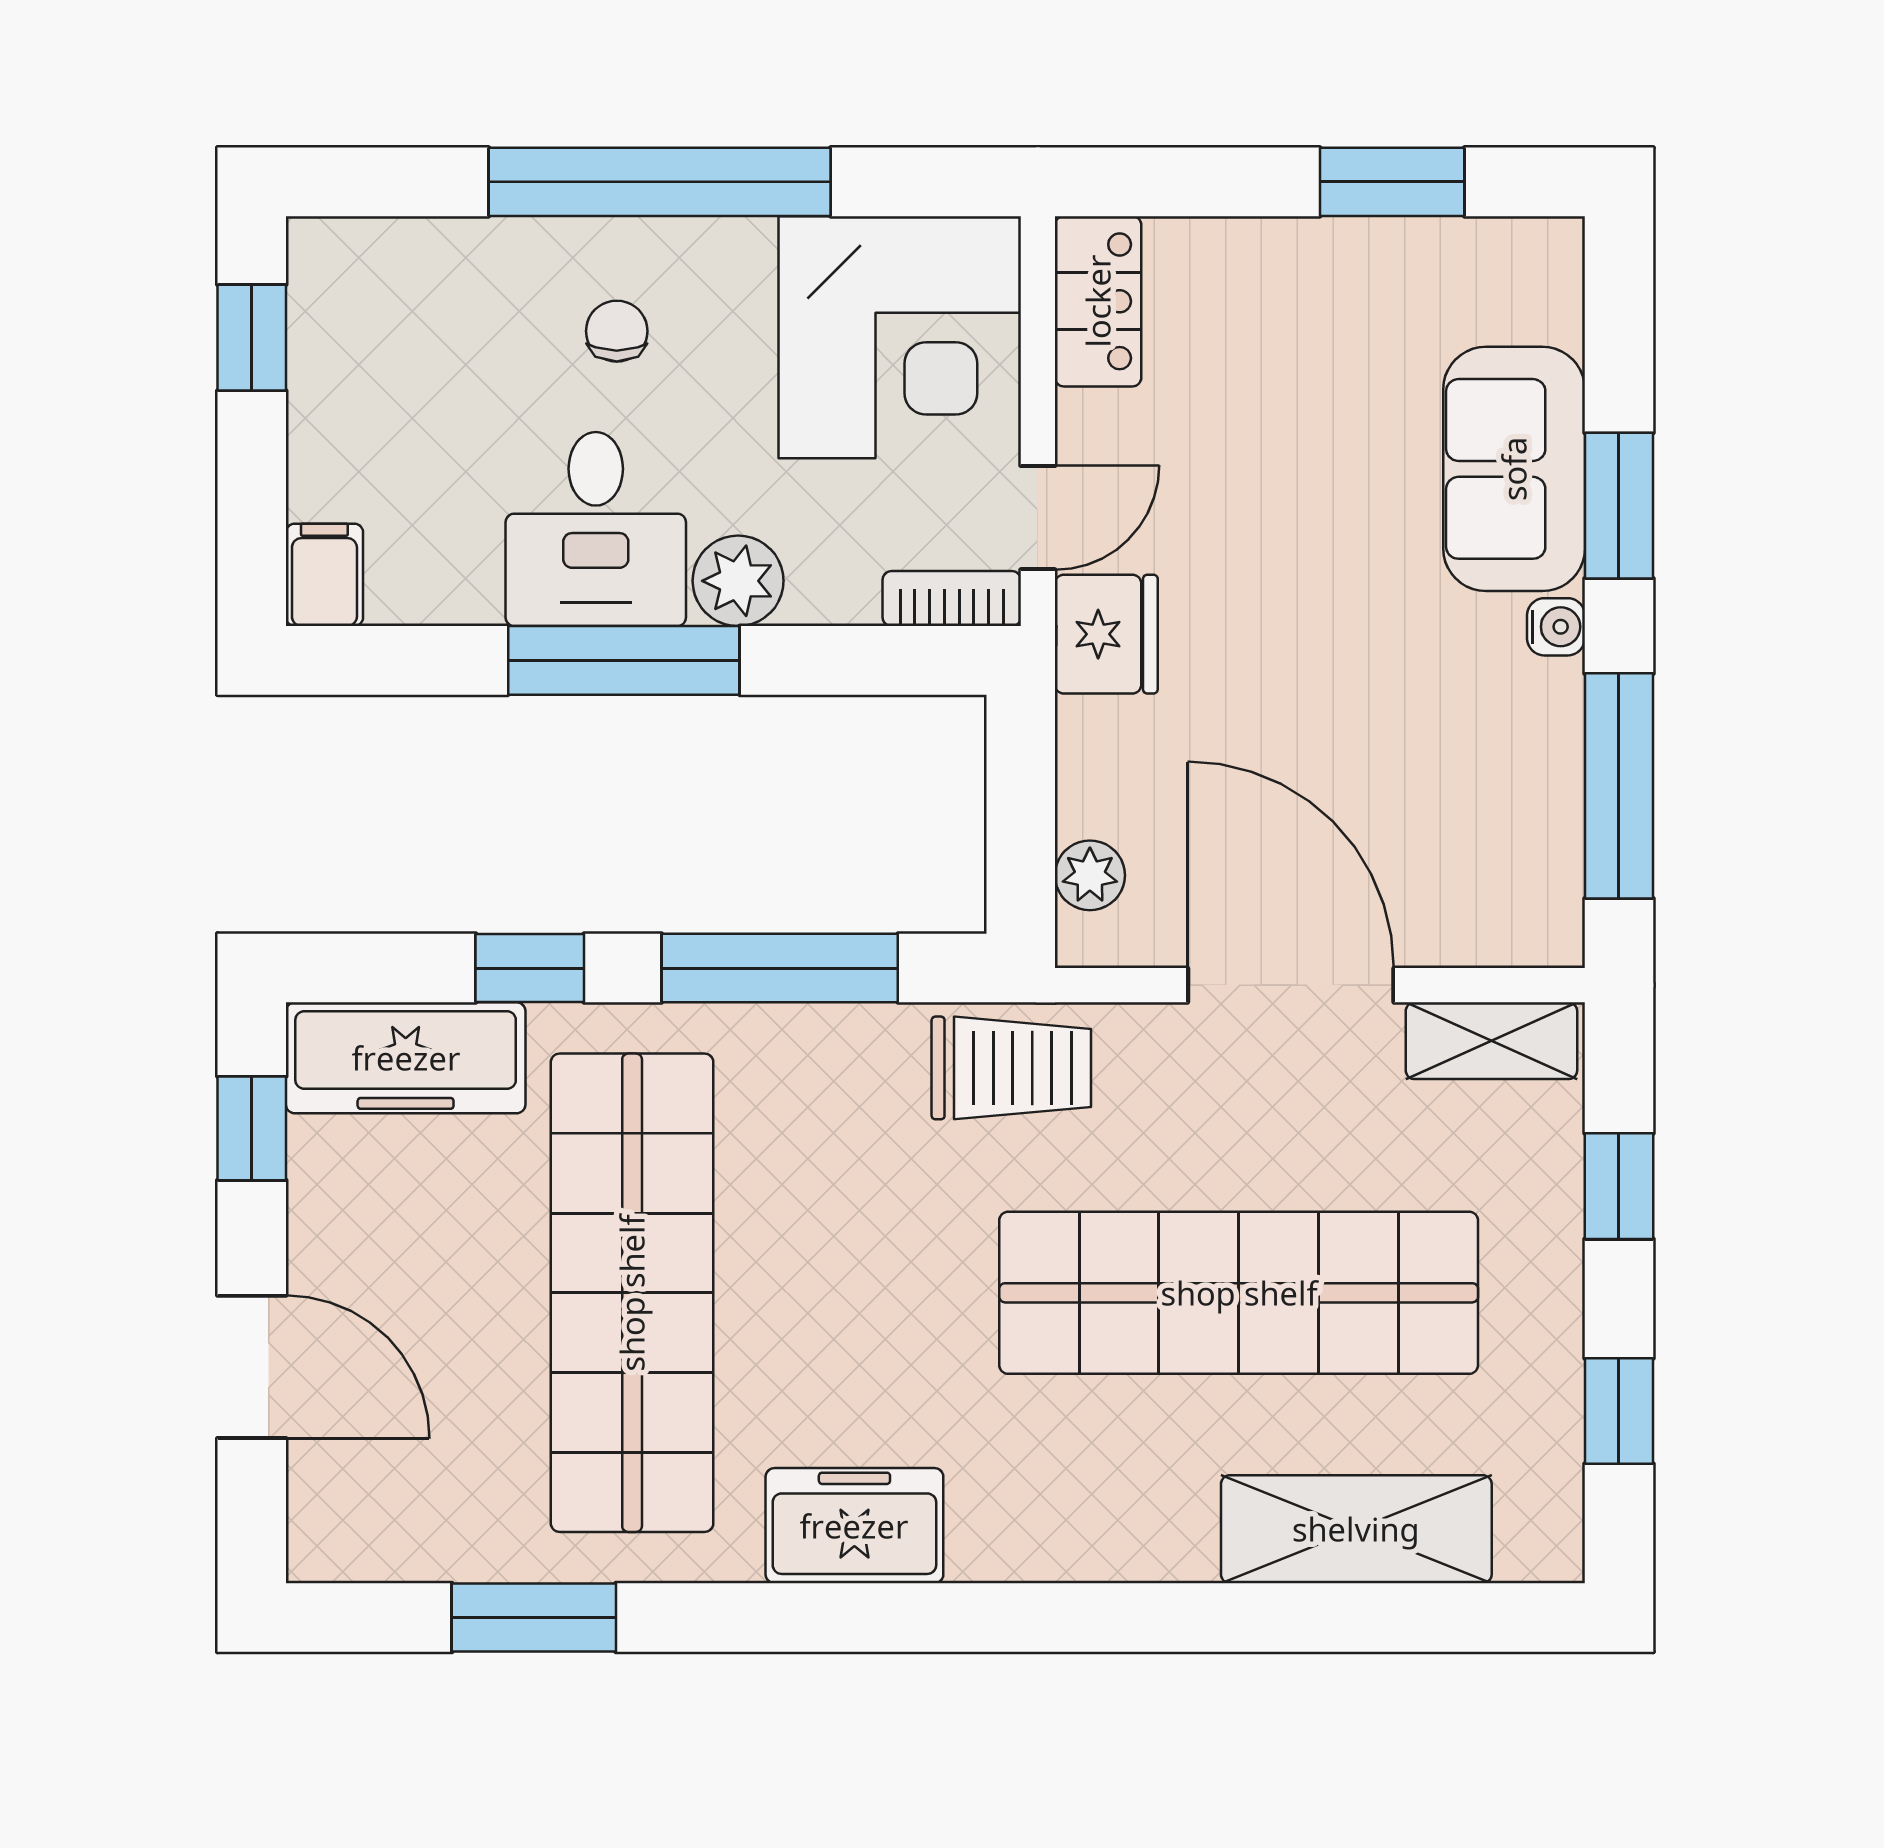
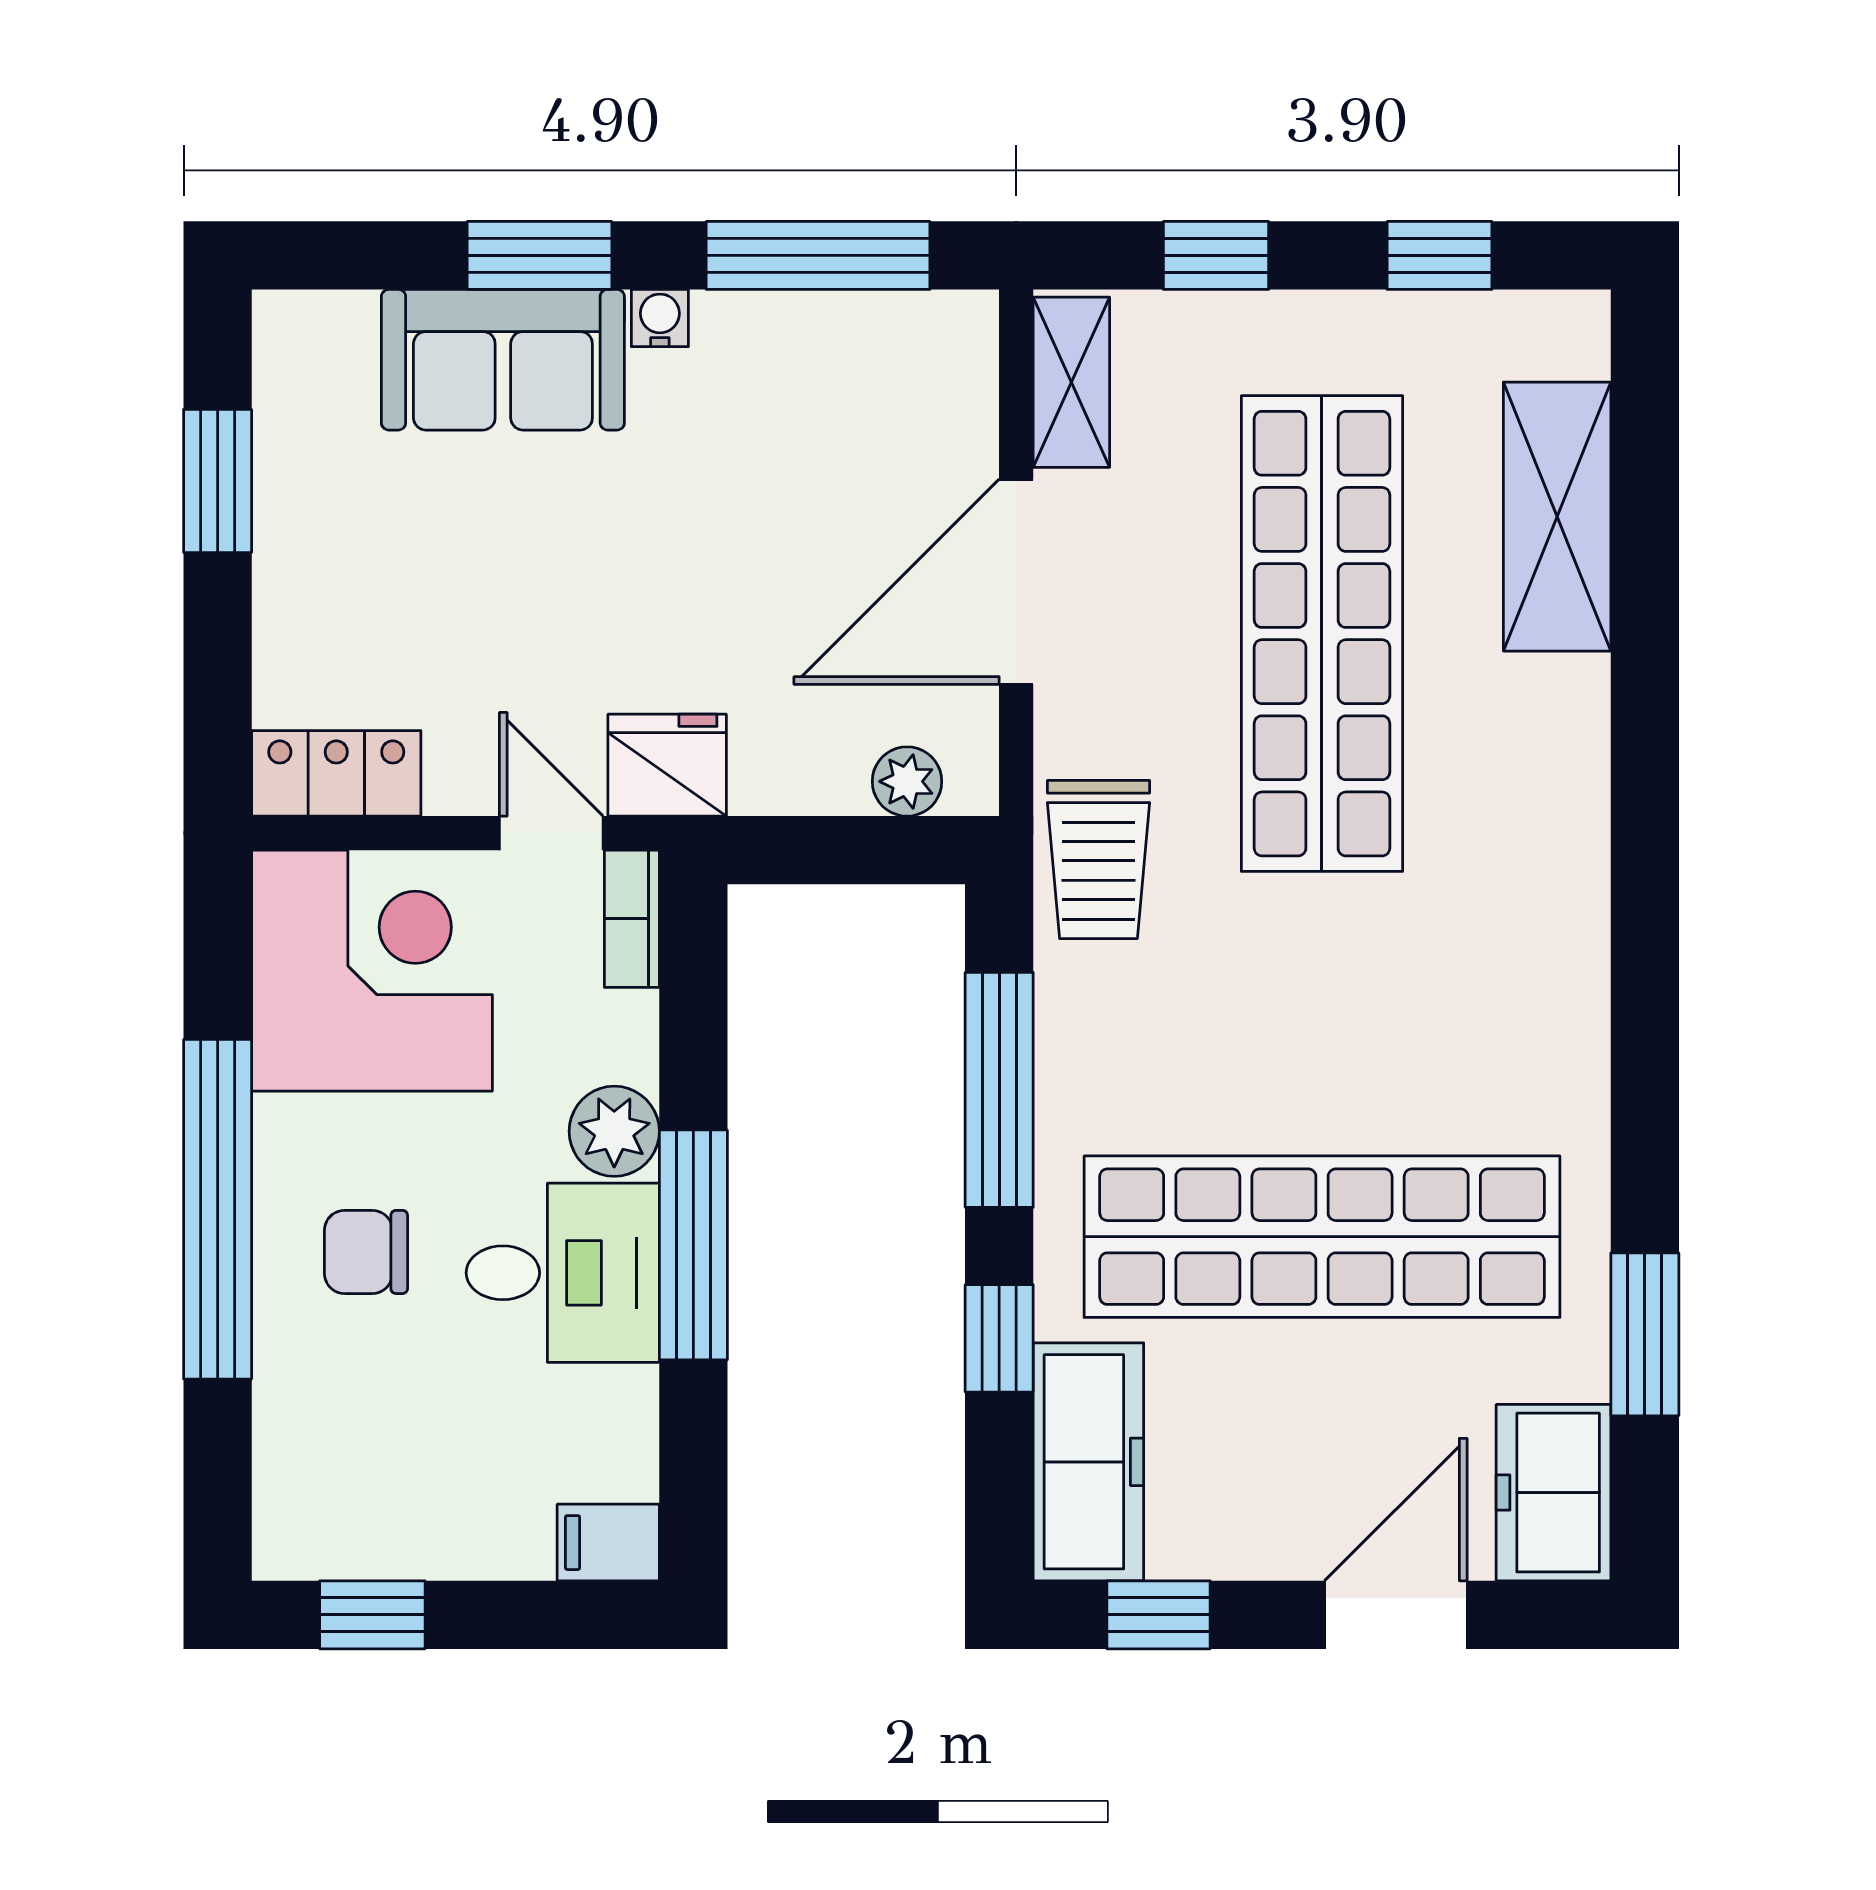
chair: (617, 331) -> (366, 1252), width x1.37, depth x1.37
trolley: (1011, 1068) -> (1098, 860), turned 180
freezer: (854, 1526) -> (1554, 1493), moved

